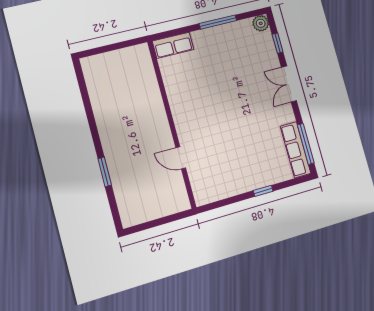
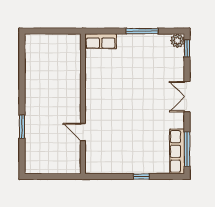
window: (278, 43) -> (187, 48), moved

